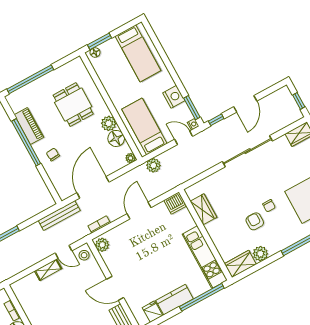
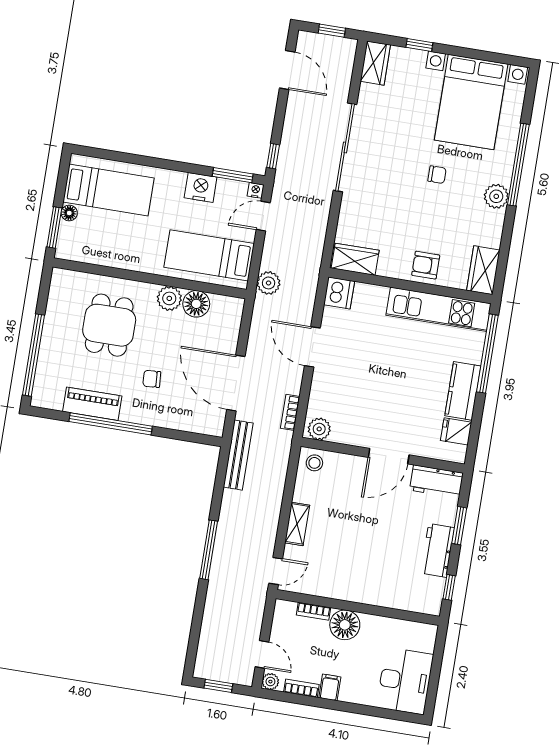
floor lamp: (95, 52) -> (69, 213), moved
door: (245, 104) -> (287, 70), moved
dining table: (73, 105) -> (109, 325), turned 90
chair: (53, 154) -> (152, 379), moved
plant: (131, 158) -> (236, 305), removed
wardrobe: (203, 209) -> (355, 259), moved
armchair: (255, 221) -> (426, 265), moved
door: (64, 252) -> (276, 571), moved
plant: (260, 254) -> (496, 196), moved

